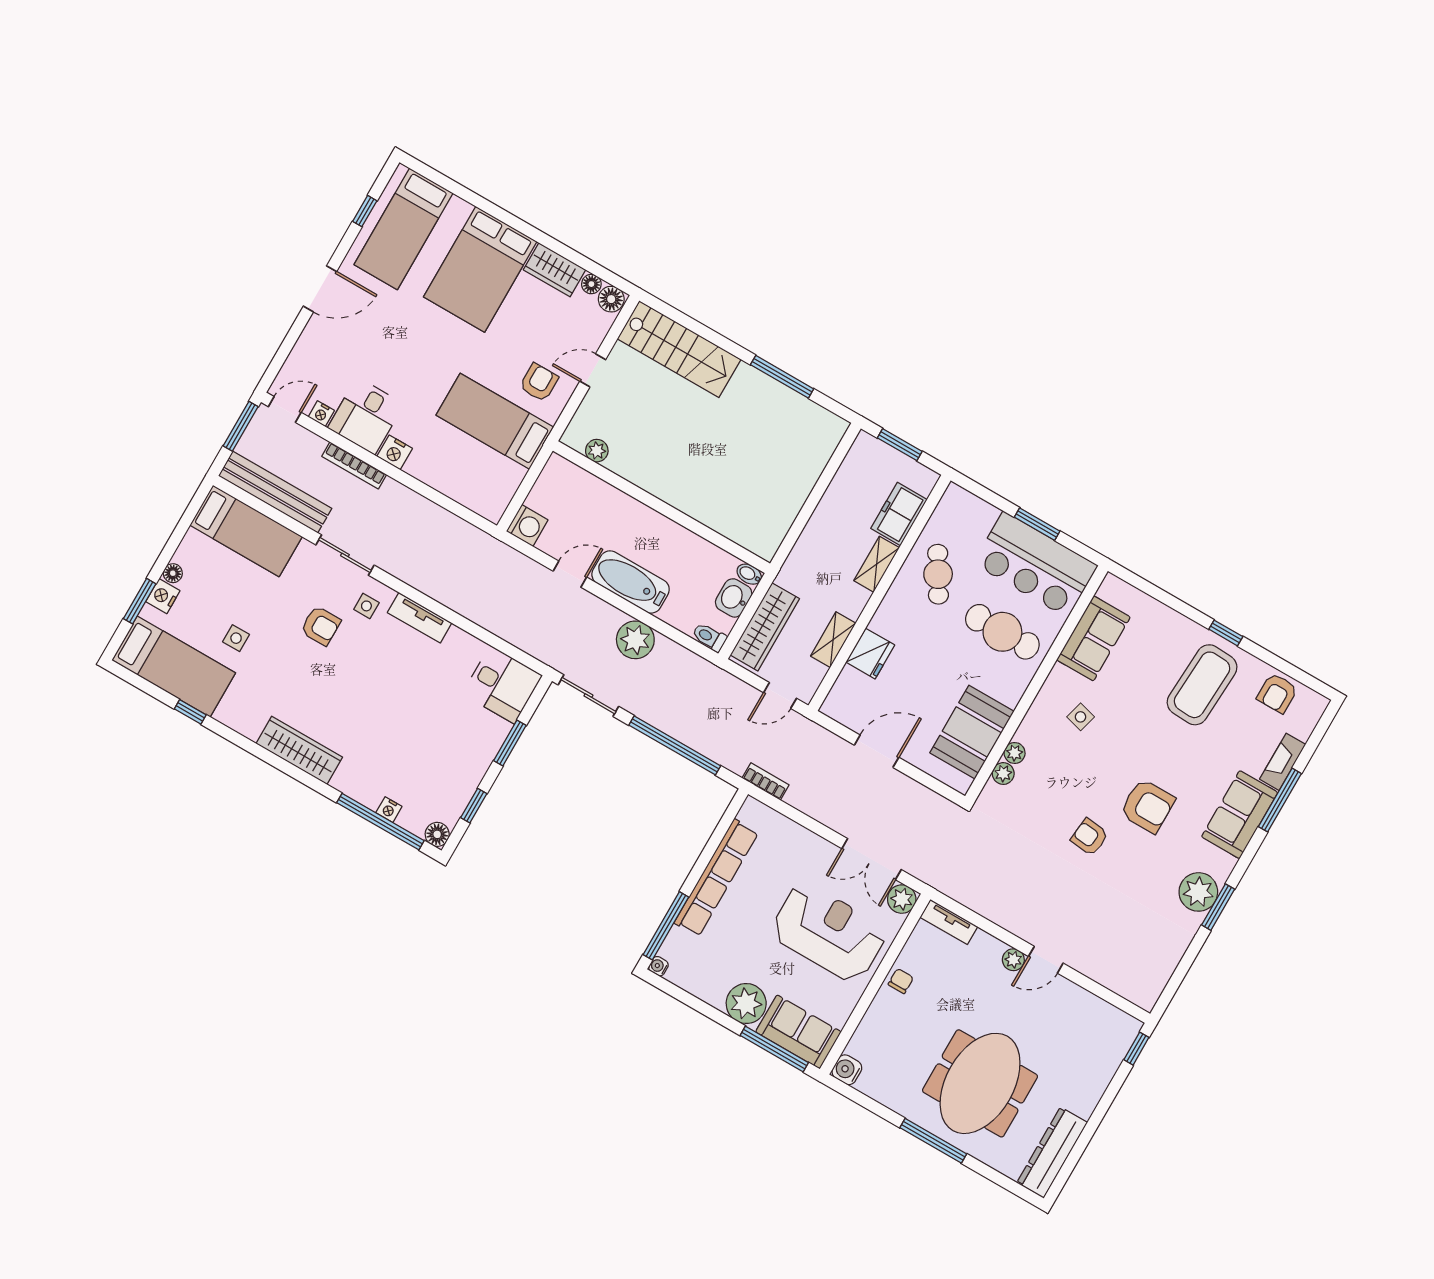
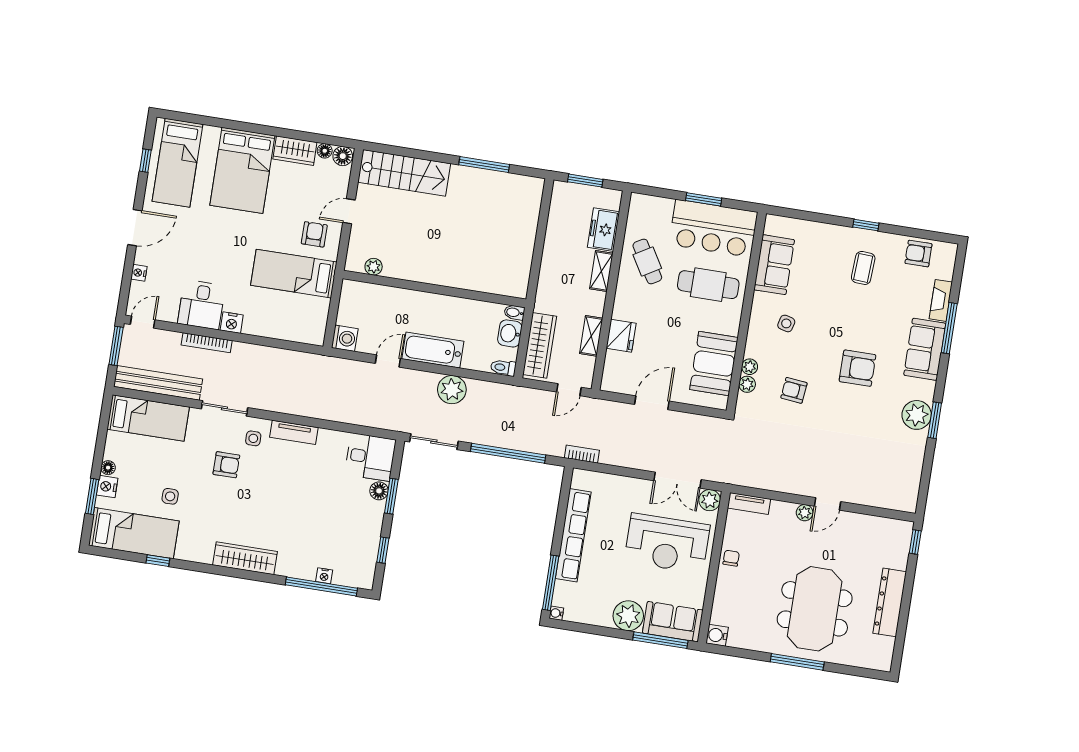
nightstand: (321, 414) -> (139, 273), moved, turned 90
coffee table: (1202, 685) -> (863, 268), width x0.54, depth x0.58
armchair: (1277, 693) -> (918, 254), turned 90
floor lamp: (437, 834) -> (379, 491), moved
armchair: (1090, 837) -> (794, 390), moved
reception desk: (829, 932) -> (667, 543), turned 180
dresser: (1052, 1153) -> (890, 602), moved

